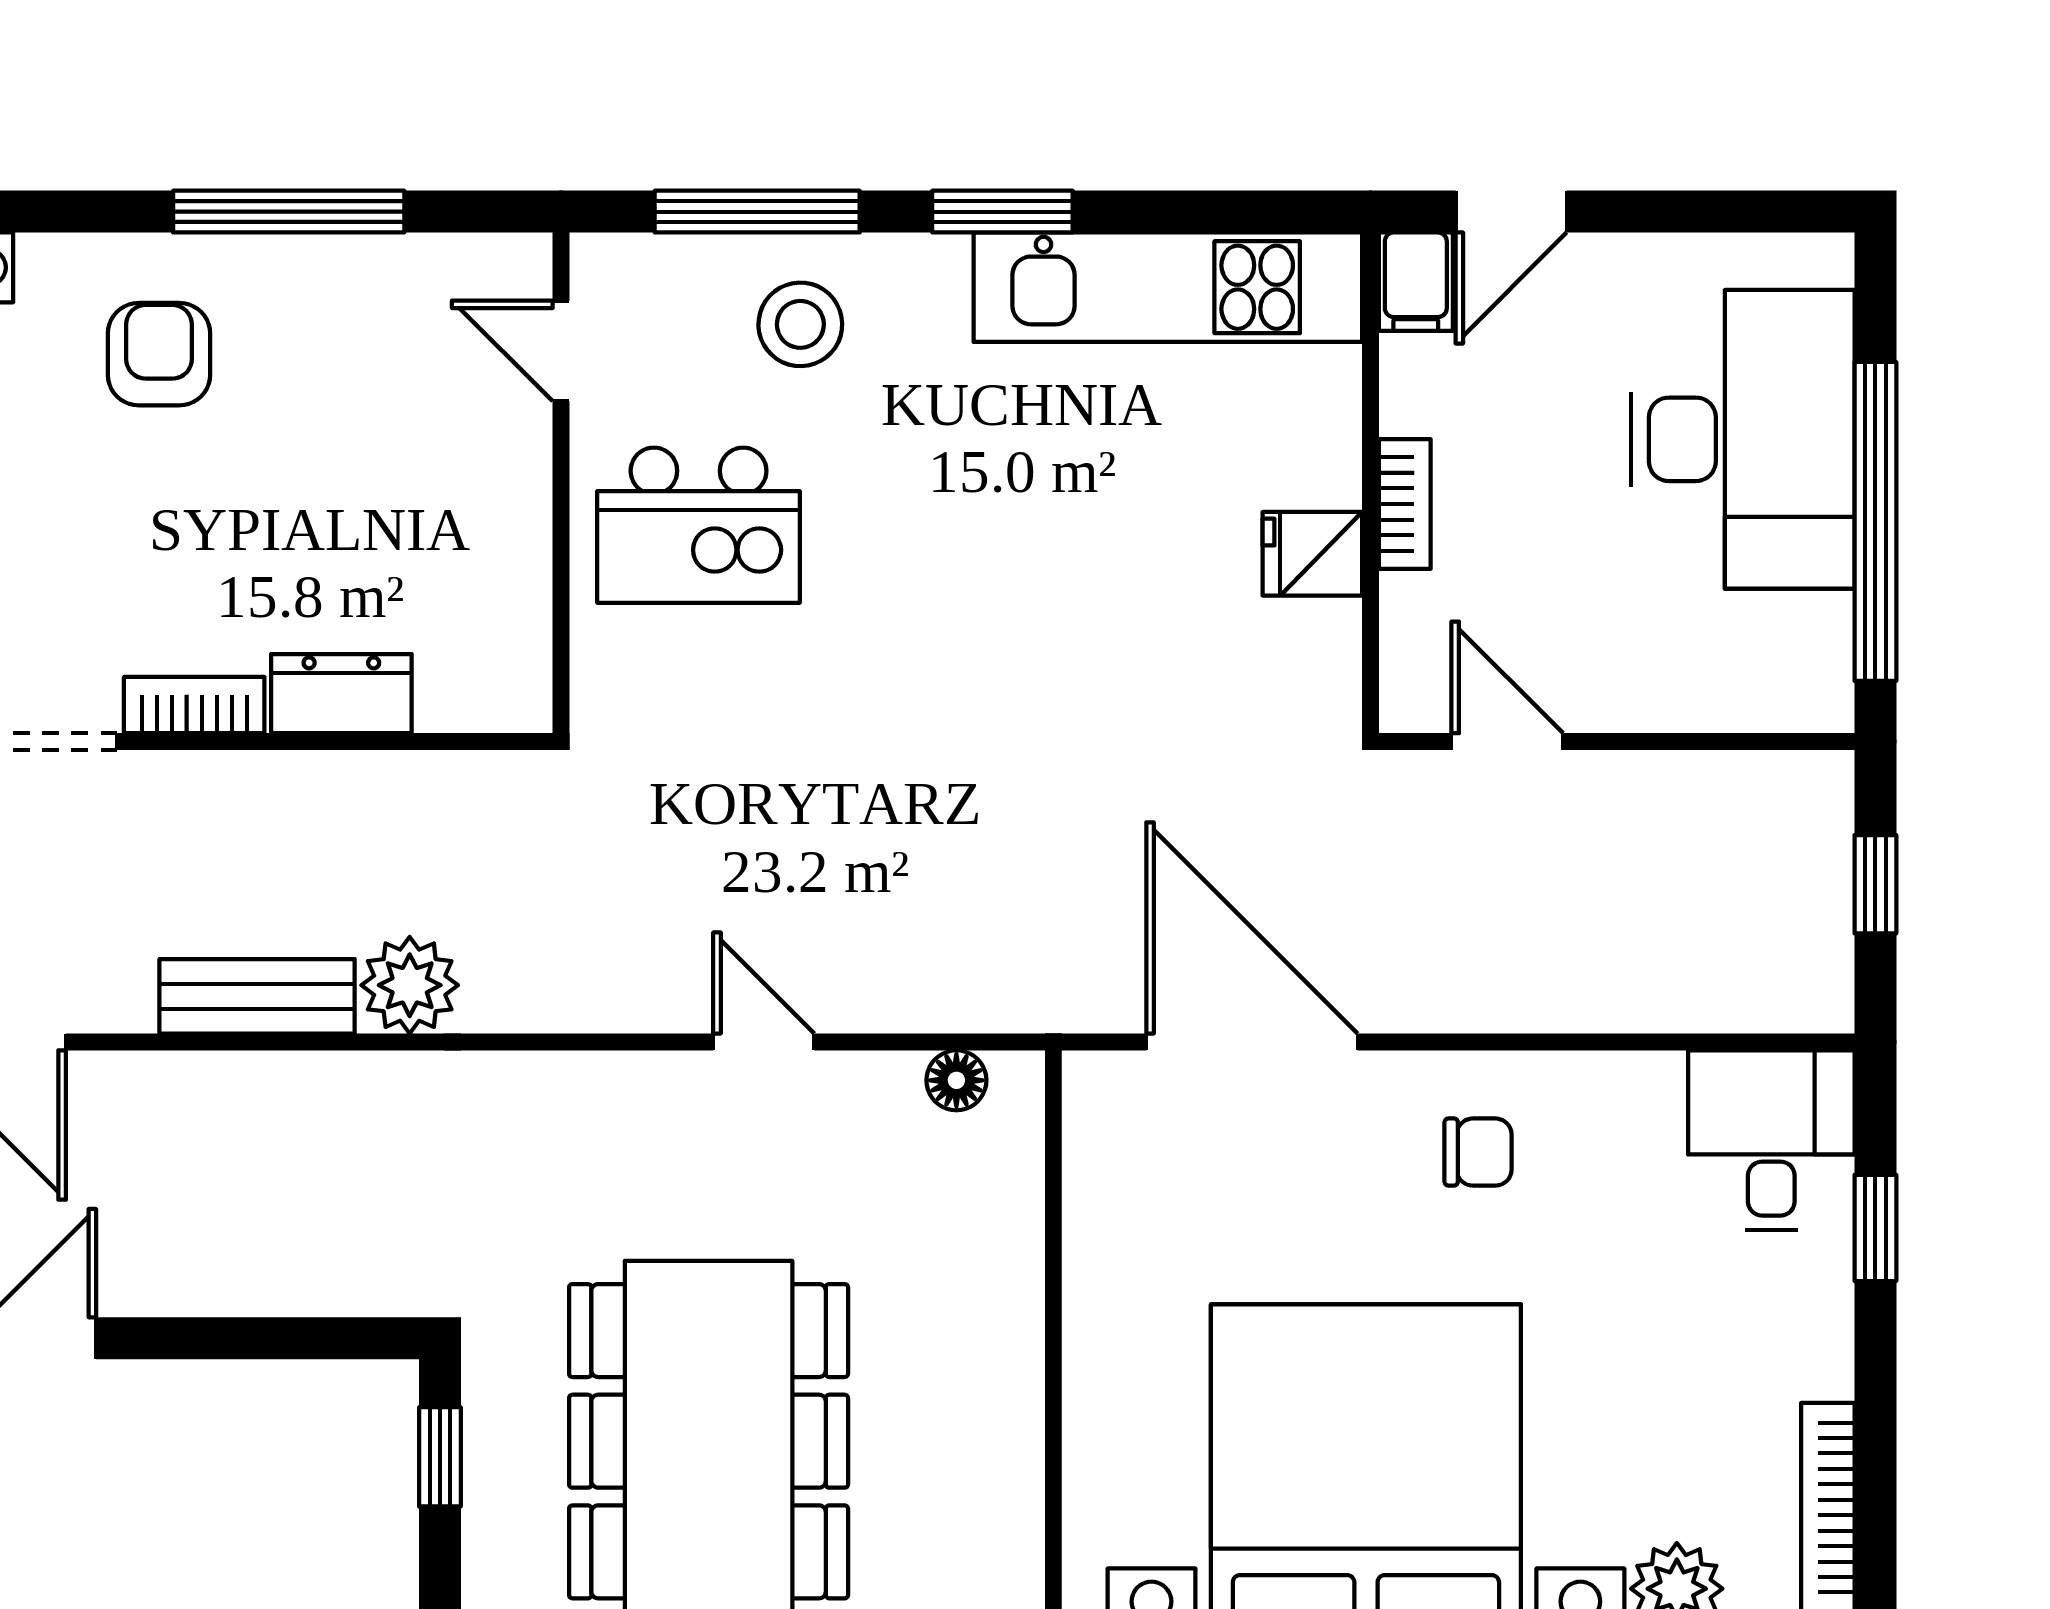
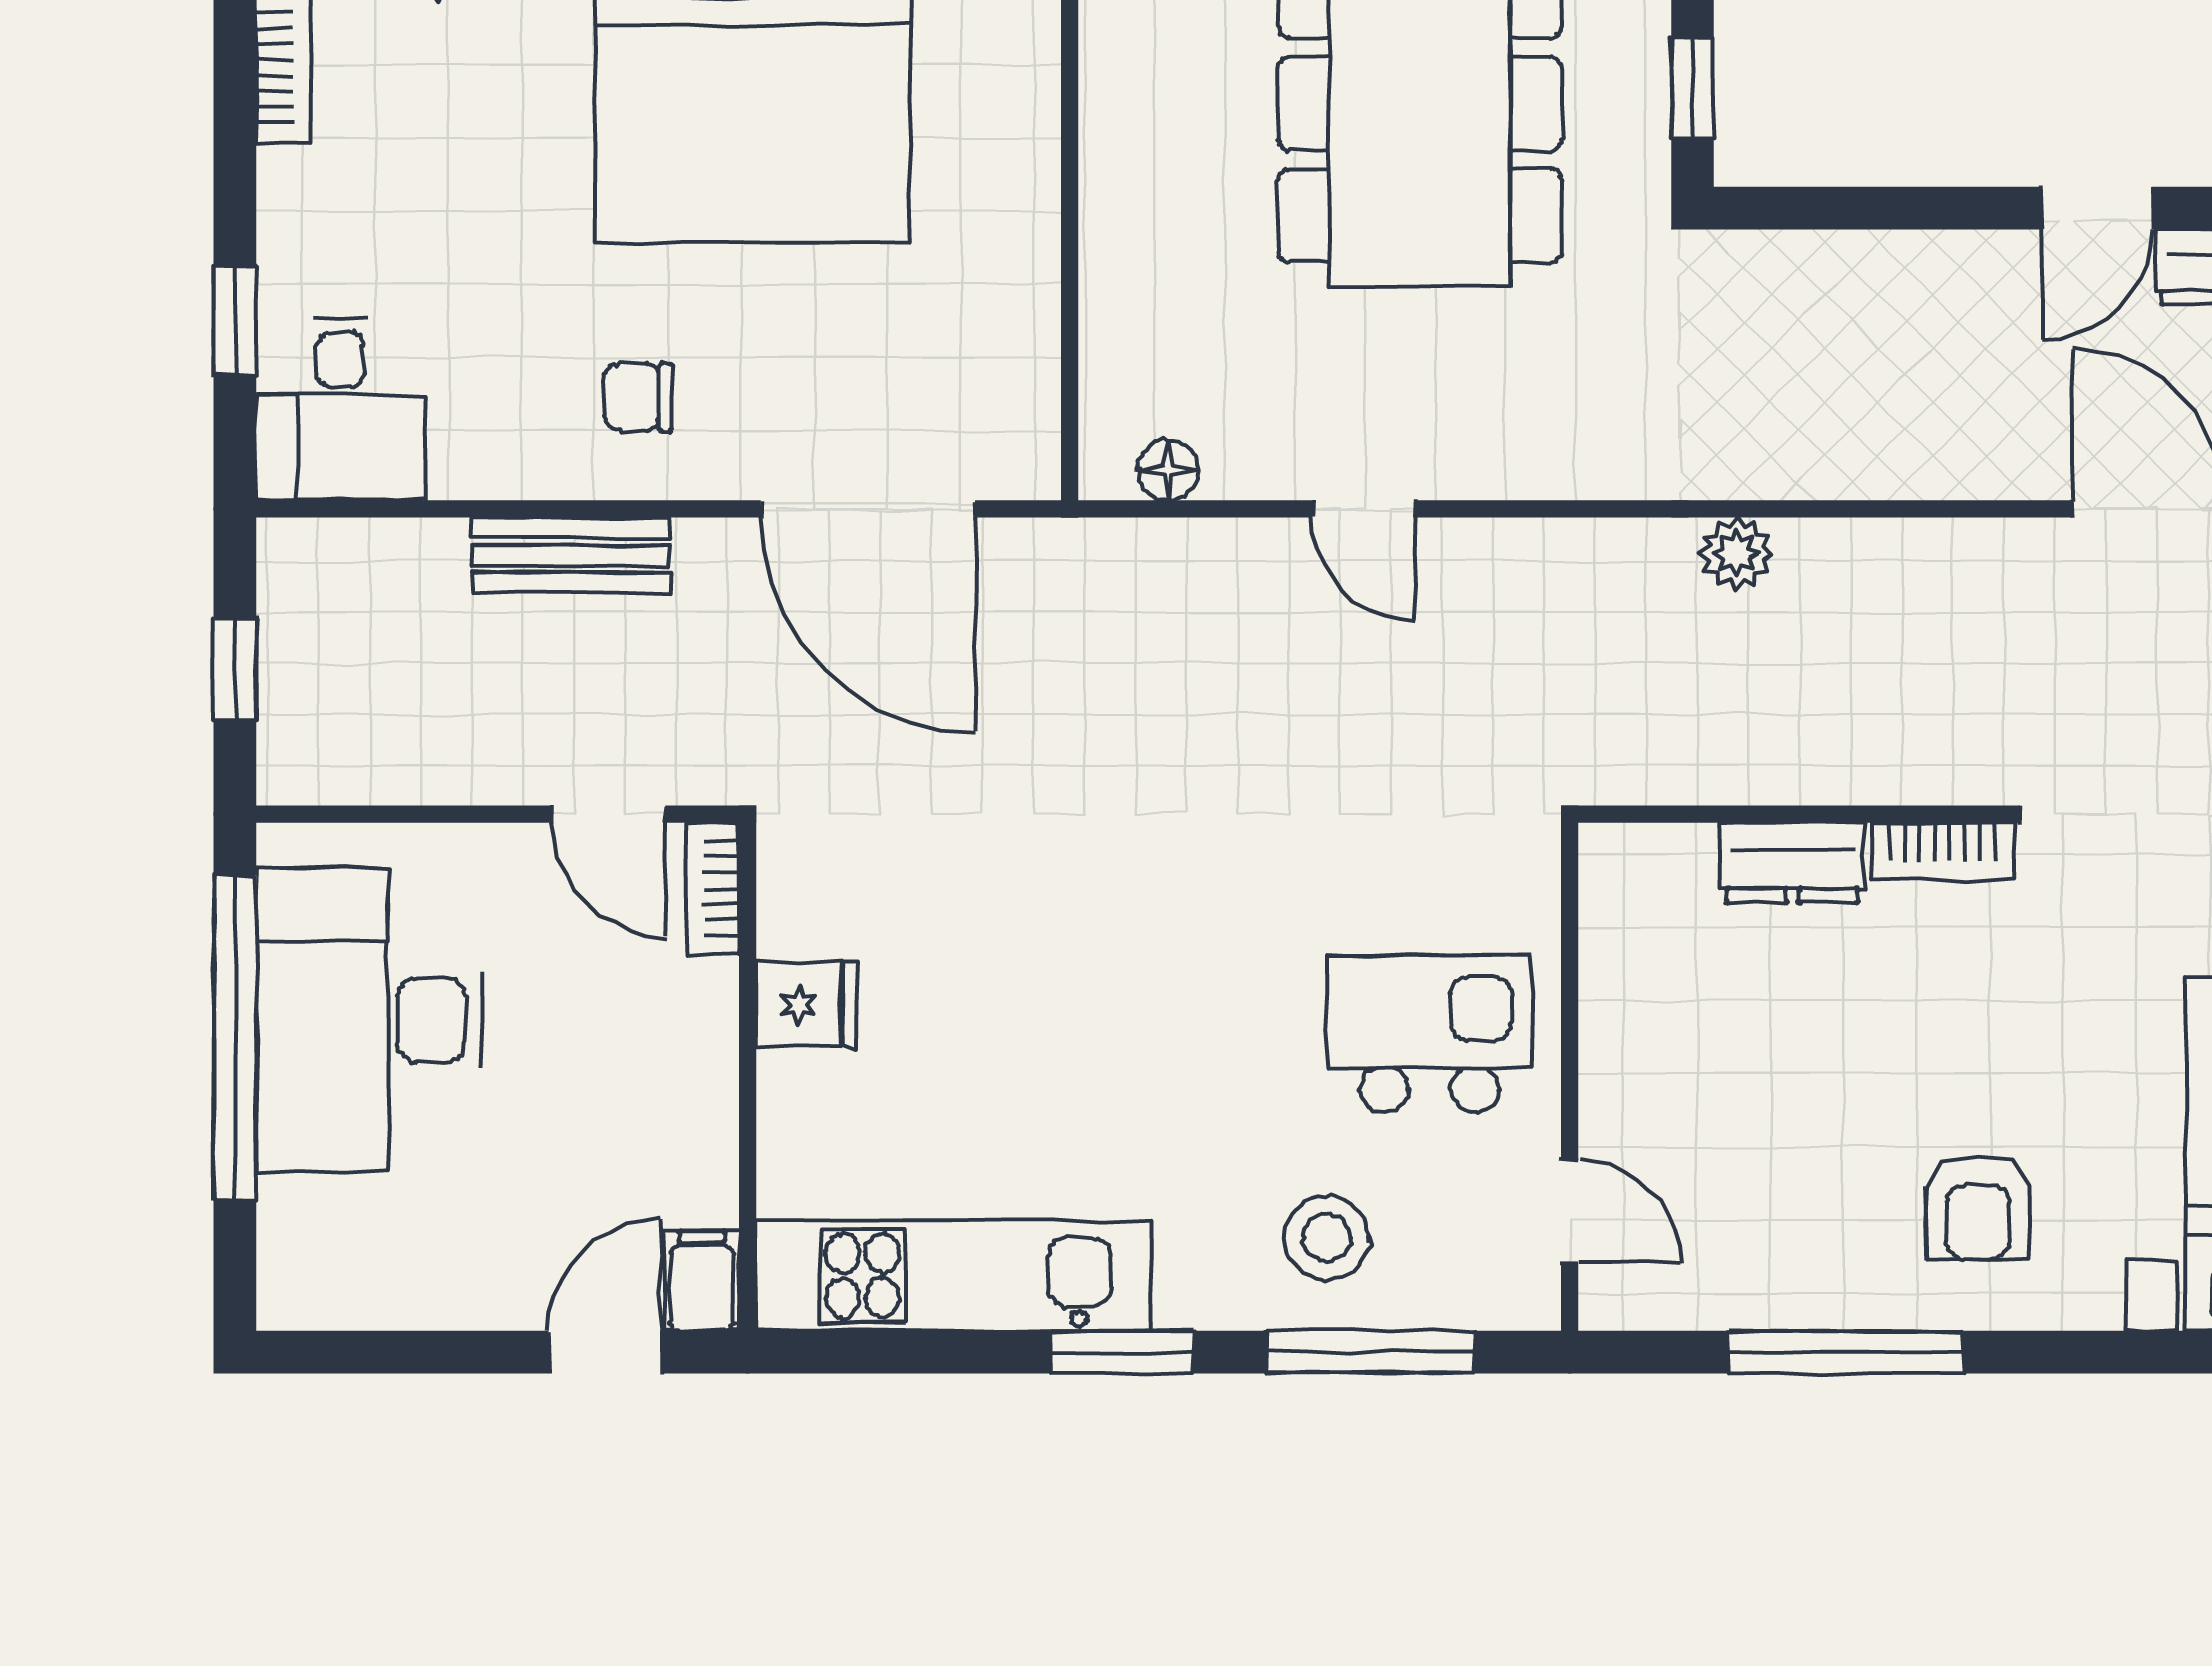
desk: (1743, 439) -> (370, 1020), moved
bookcase: (1405, 504) -> (713, 888), moved
plant: (410, 985) -> (1737, 553), width x0.73, depth x0.73
bench: (257, 996) -> (571, 555), moved

